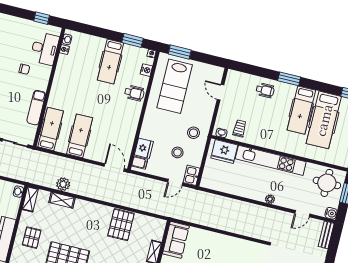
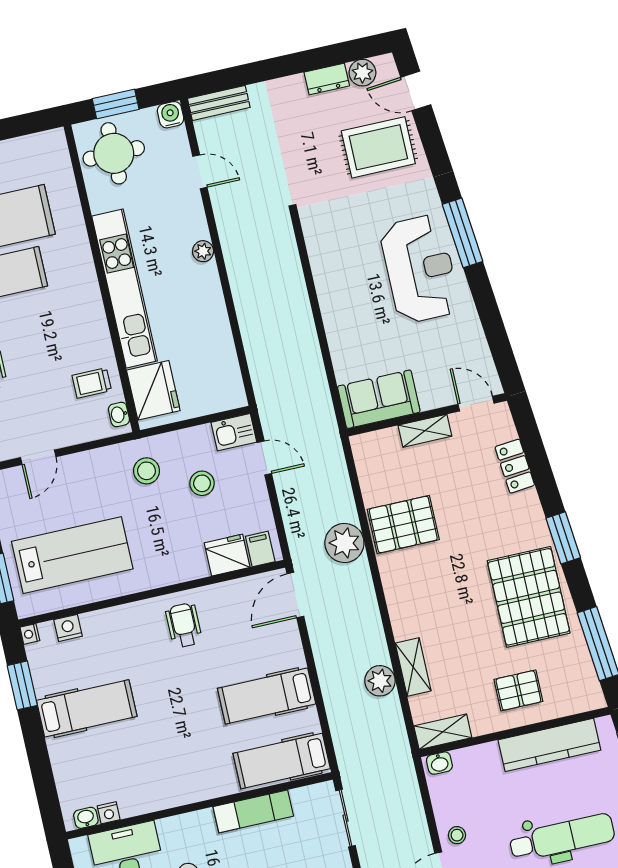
wheelchair: (134, 93) -> (184, 625), moved
plant: (125, 197) -> (344, 543), added

